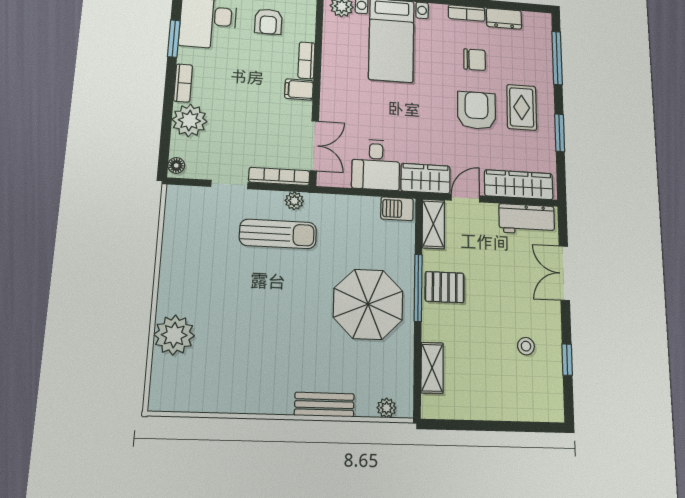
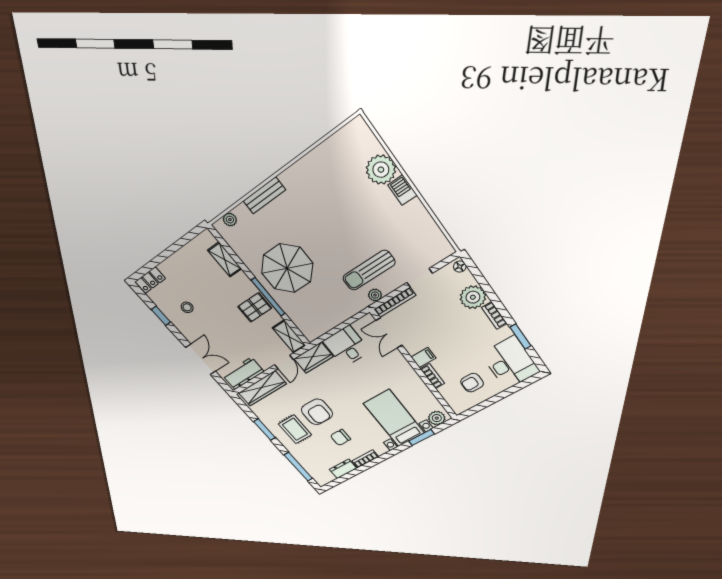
armchair: (268, 22) -> (472, 383), turned -90
barbecue: (397, 209) -> (402, 190), moved, turned -90
locker: (543, 410) -> (150, 280), added

